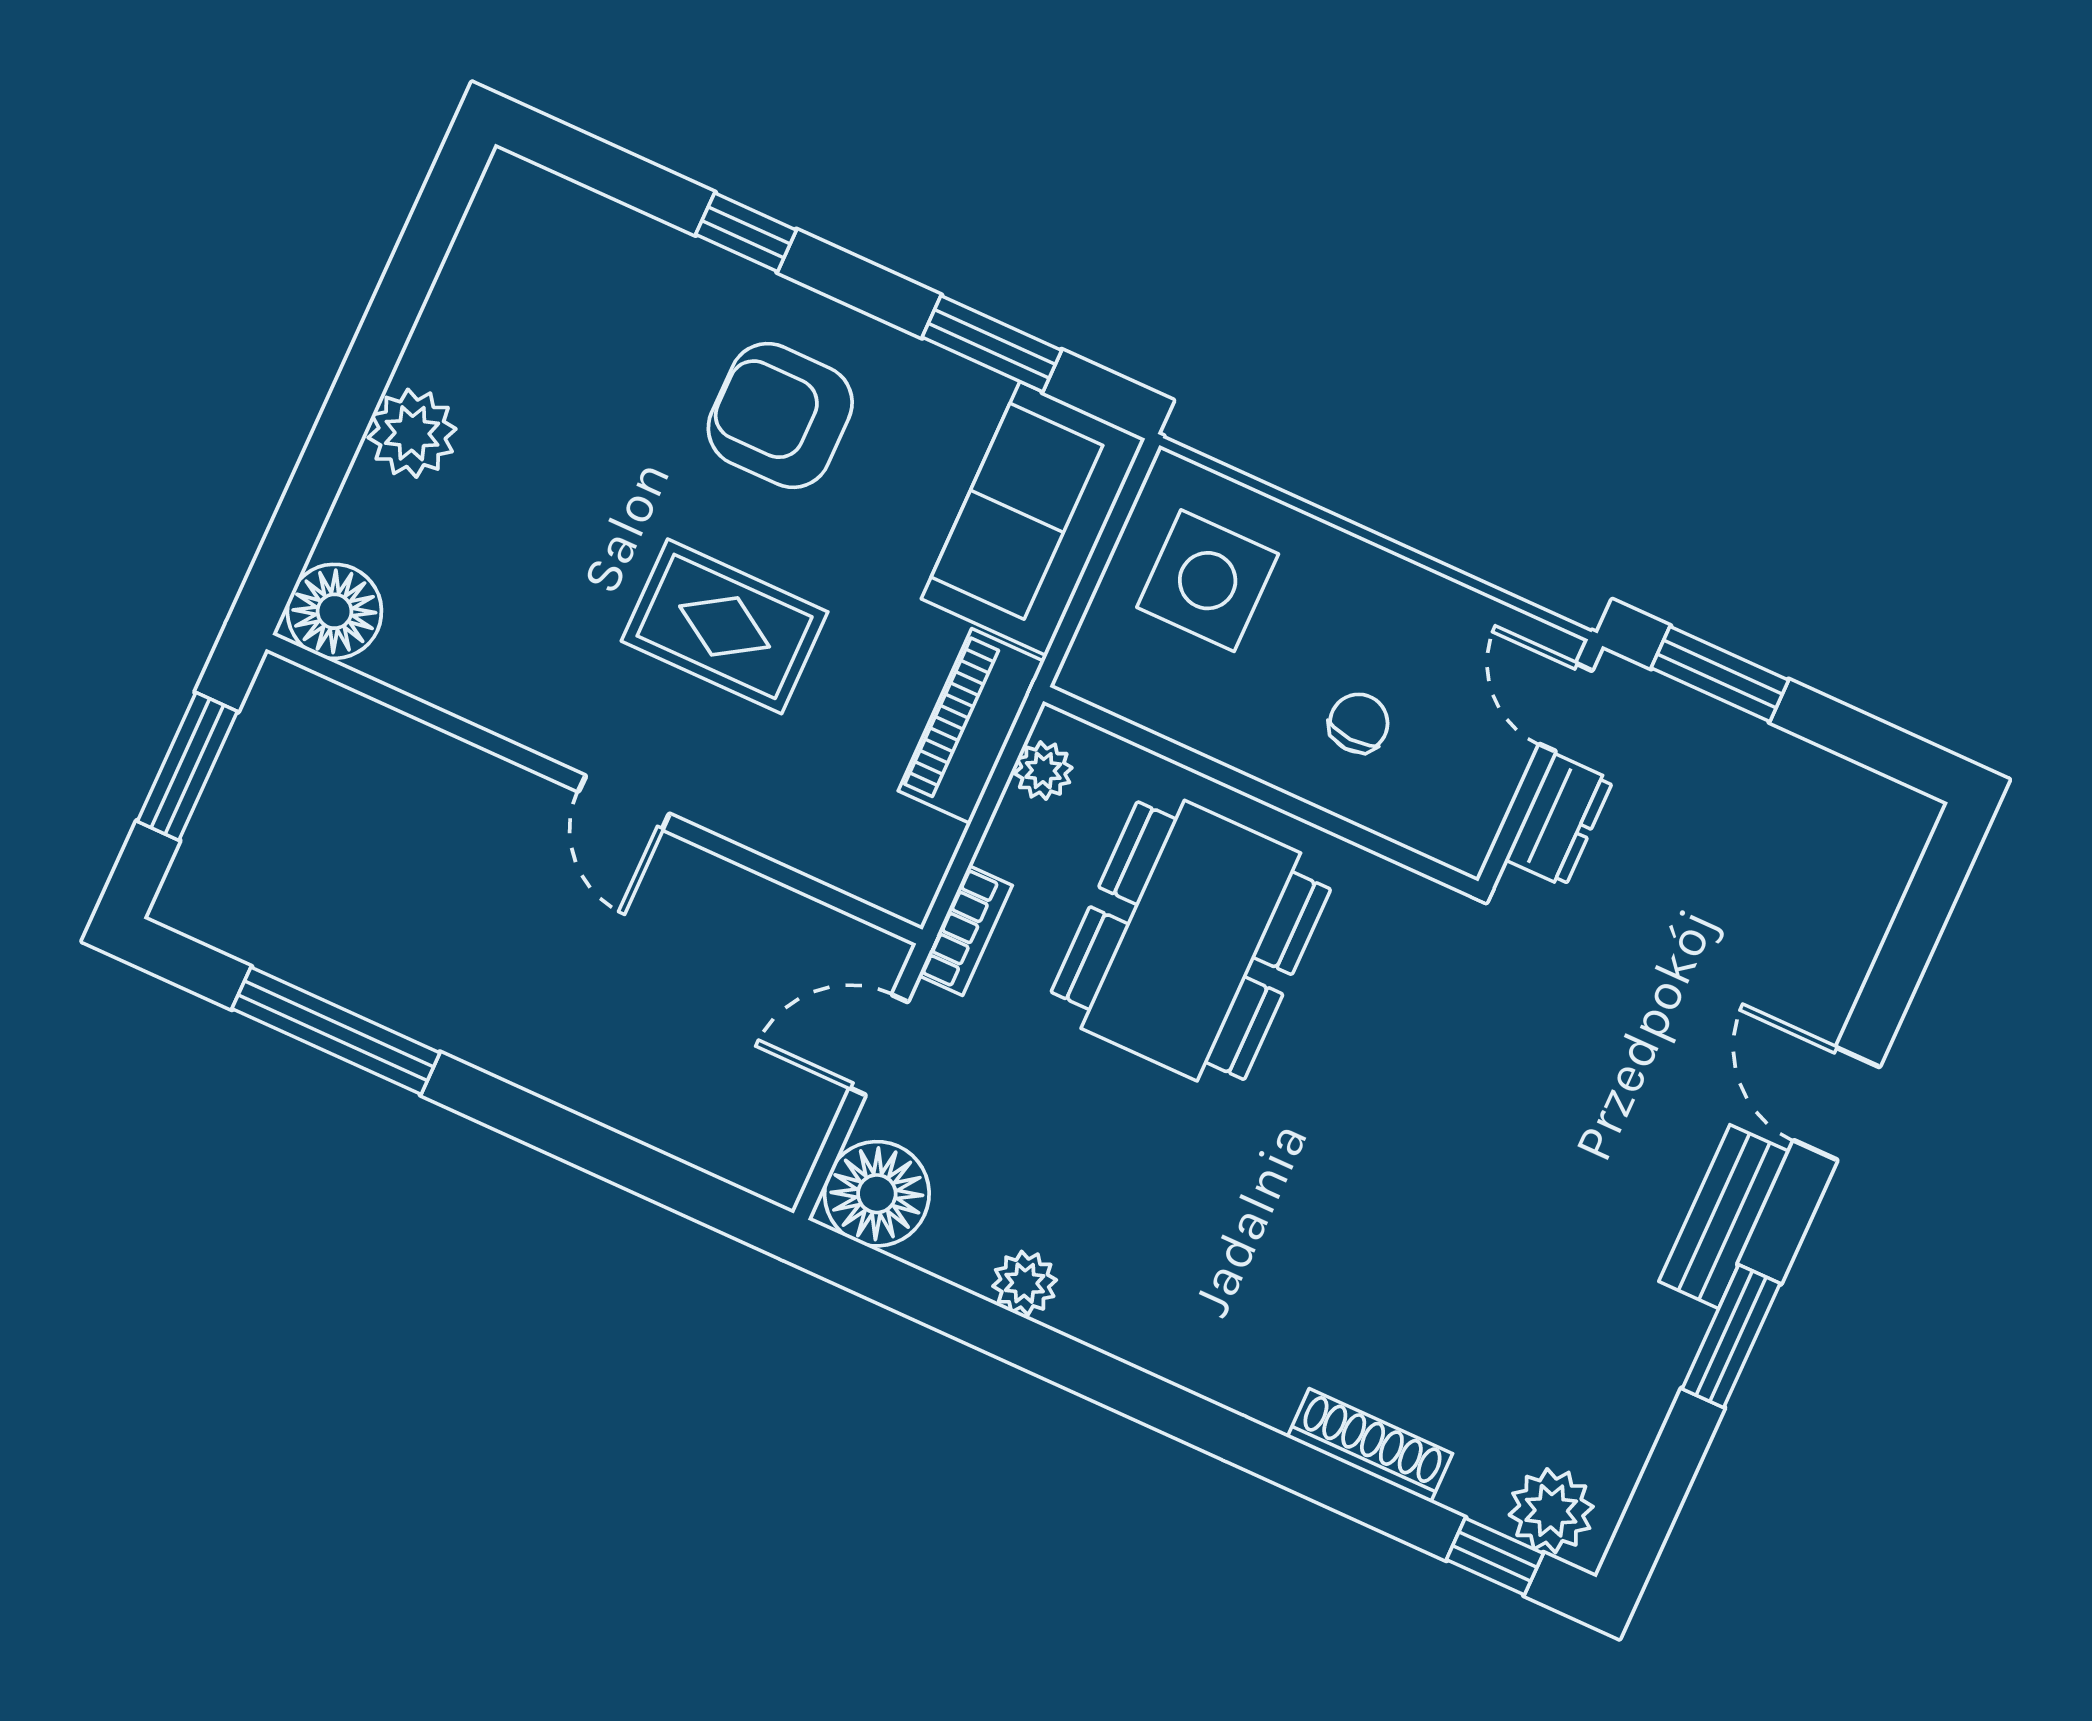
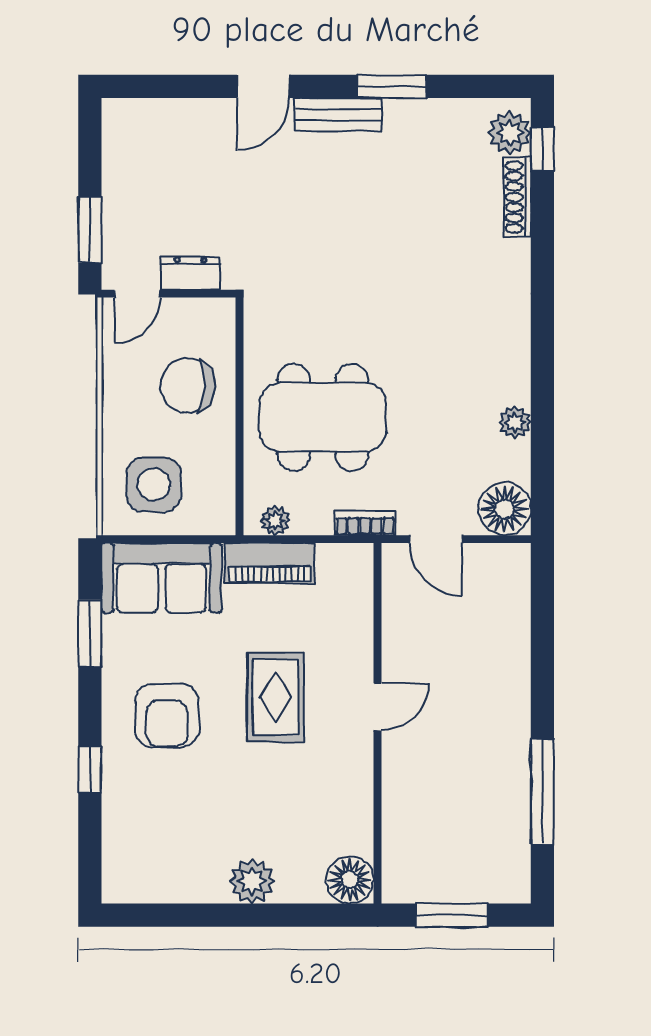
chair: (1359, 723) -> (188, 386), width x1.87, depth x1.87
shoe rack: (1370, 1445) -> (517, 197), moved

